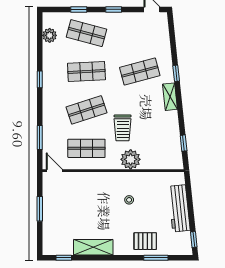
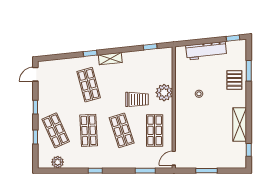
shop shelf: (86, 33) -> (56, 130), turned -39

